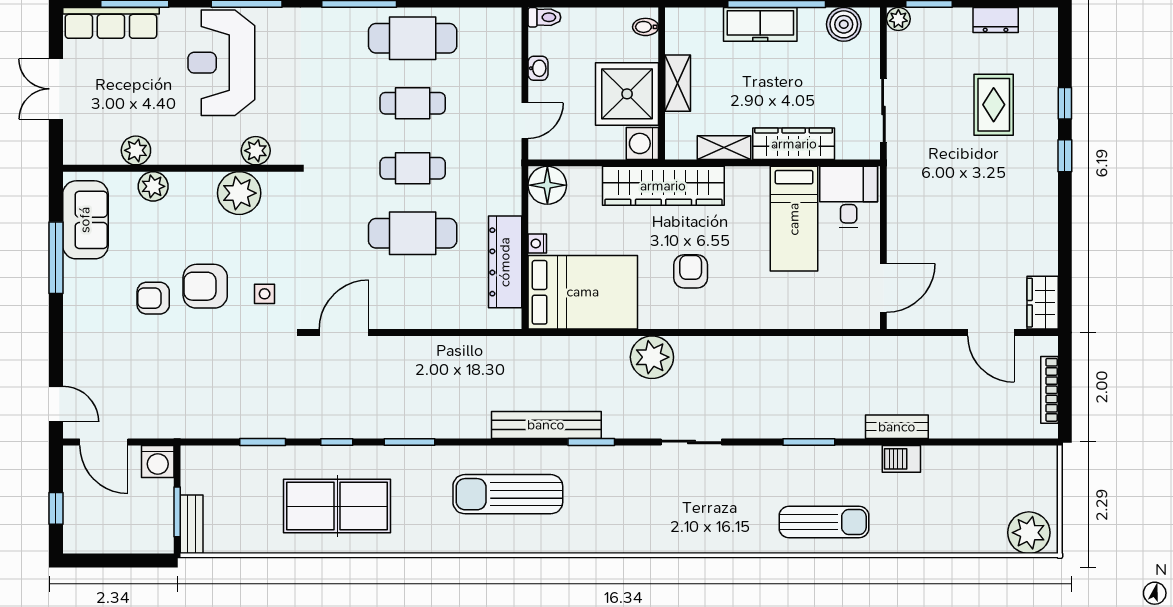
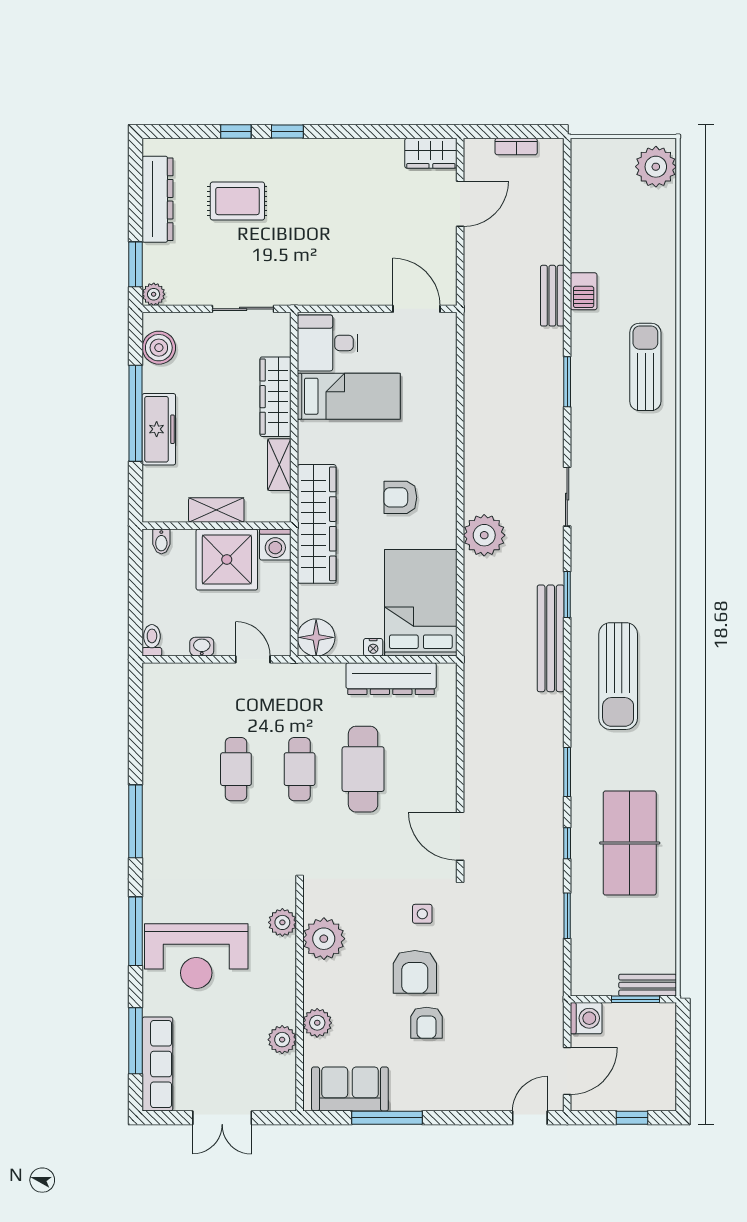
dresser: (996, 20) -> (158, 199), width x1.96, depth x1.24
cafe table: (413, 38) -> (172, 769), removed
bookcase: (1049, 390) -> (516, 147), width x0.64

